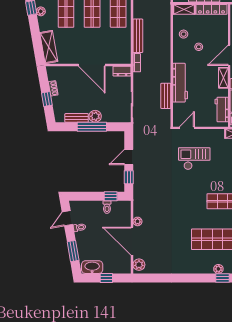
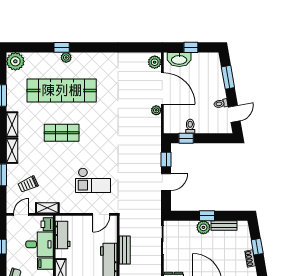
window: (92, 127) -> (207, 216), width x0.46
washbasin: (92, 267) -> (179, 59), moved

